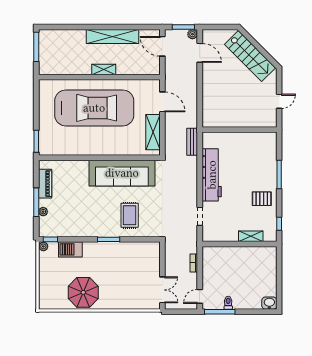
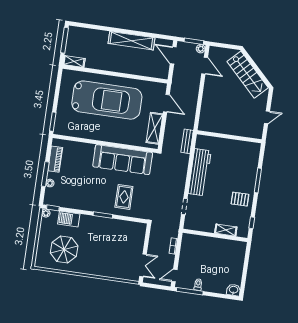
shelving: (104, 69) -> (74, 61), moved
parasol: (83, 292) -> (64, 249), moved

